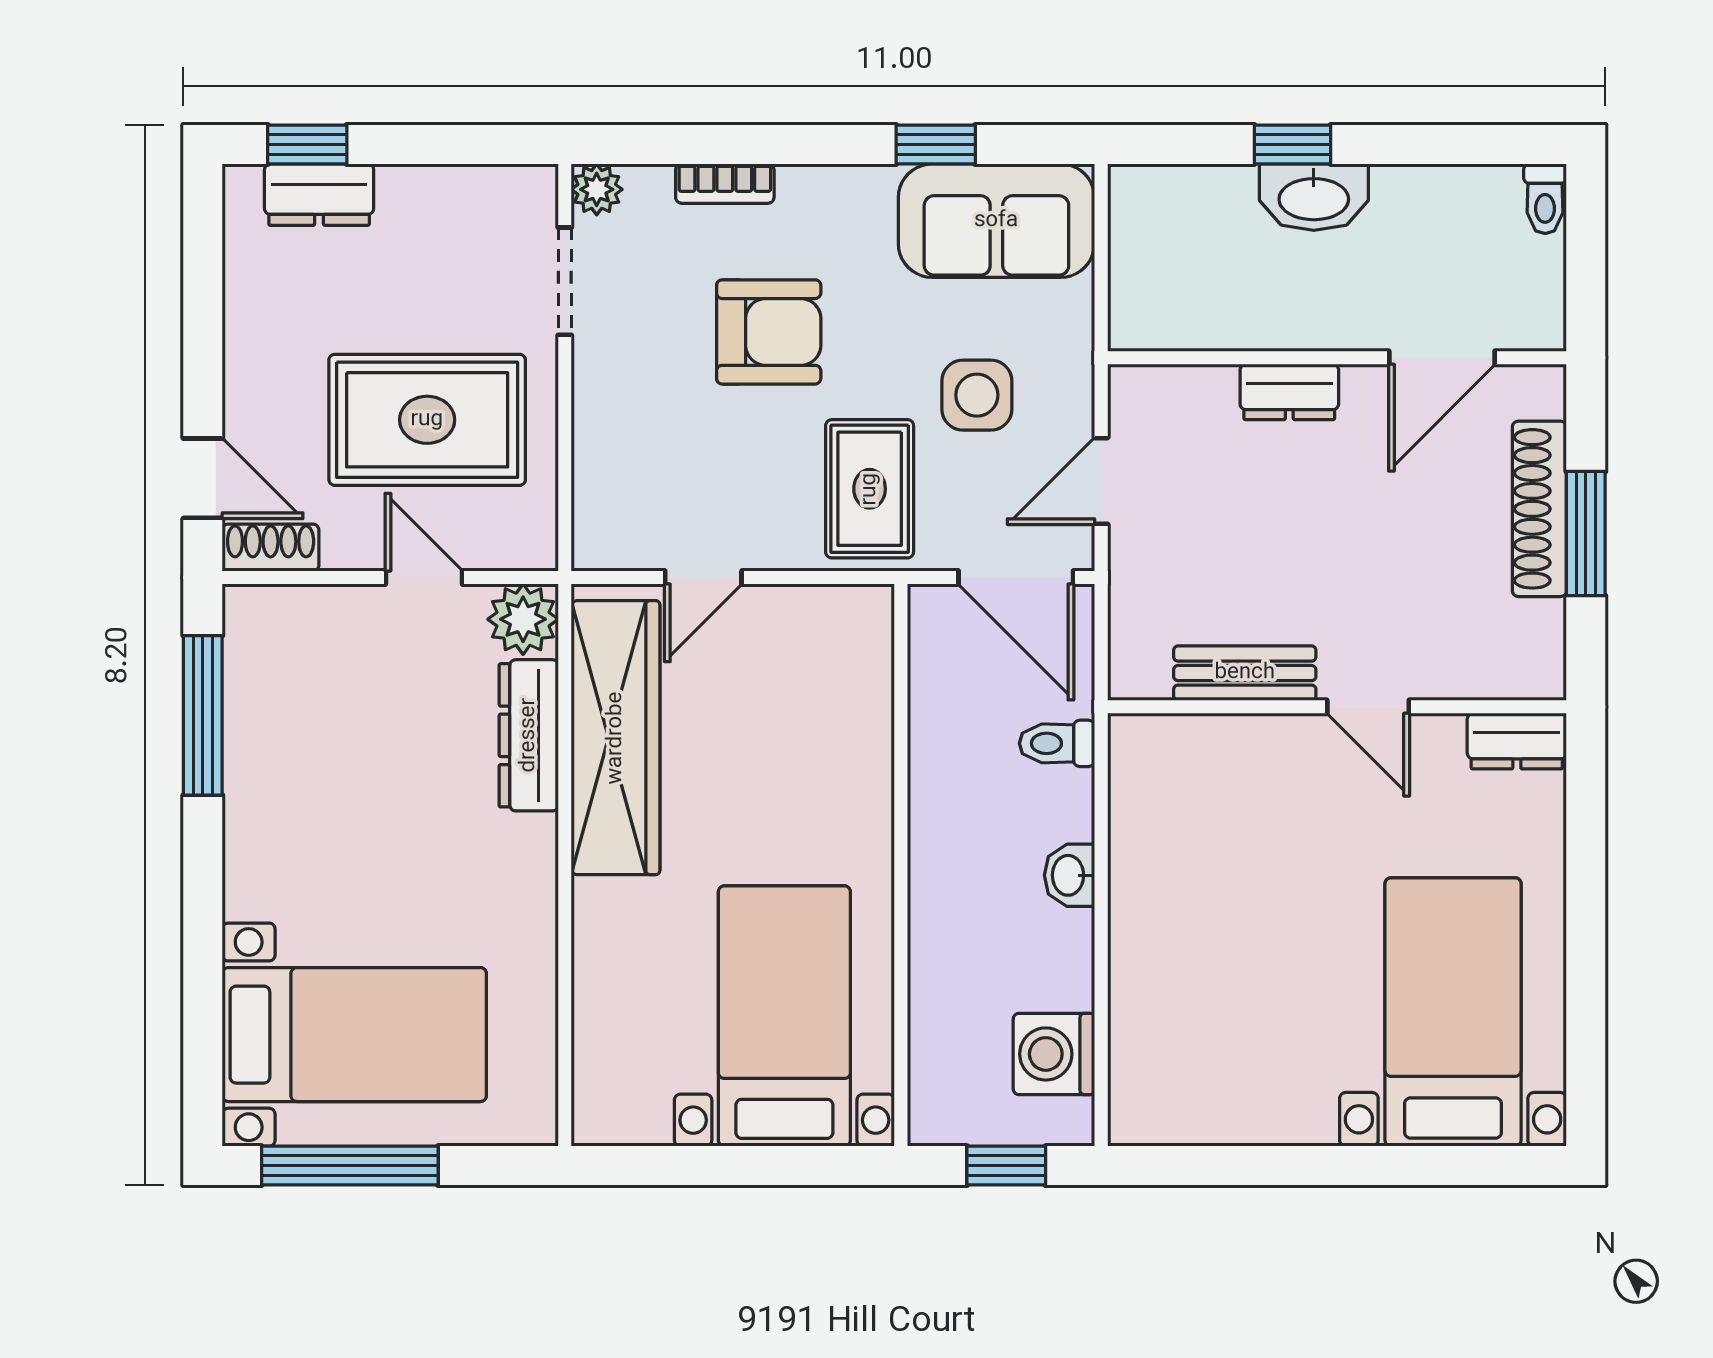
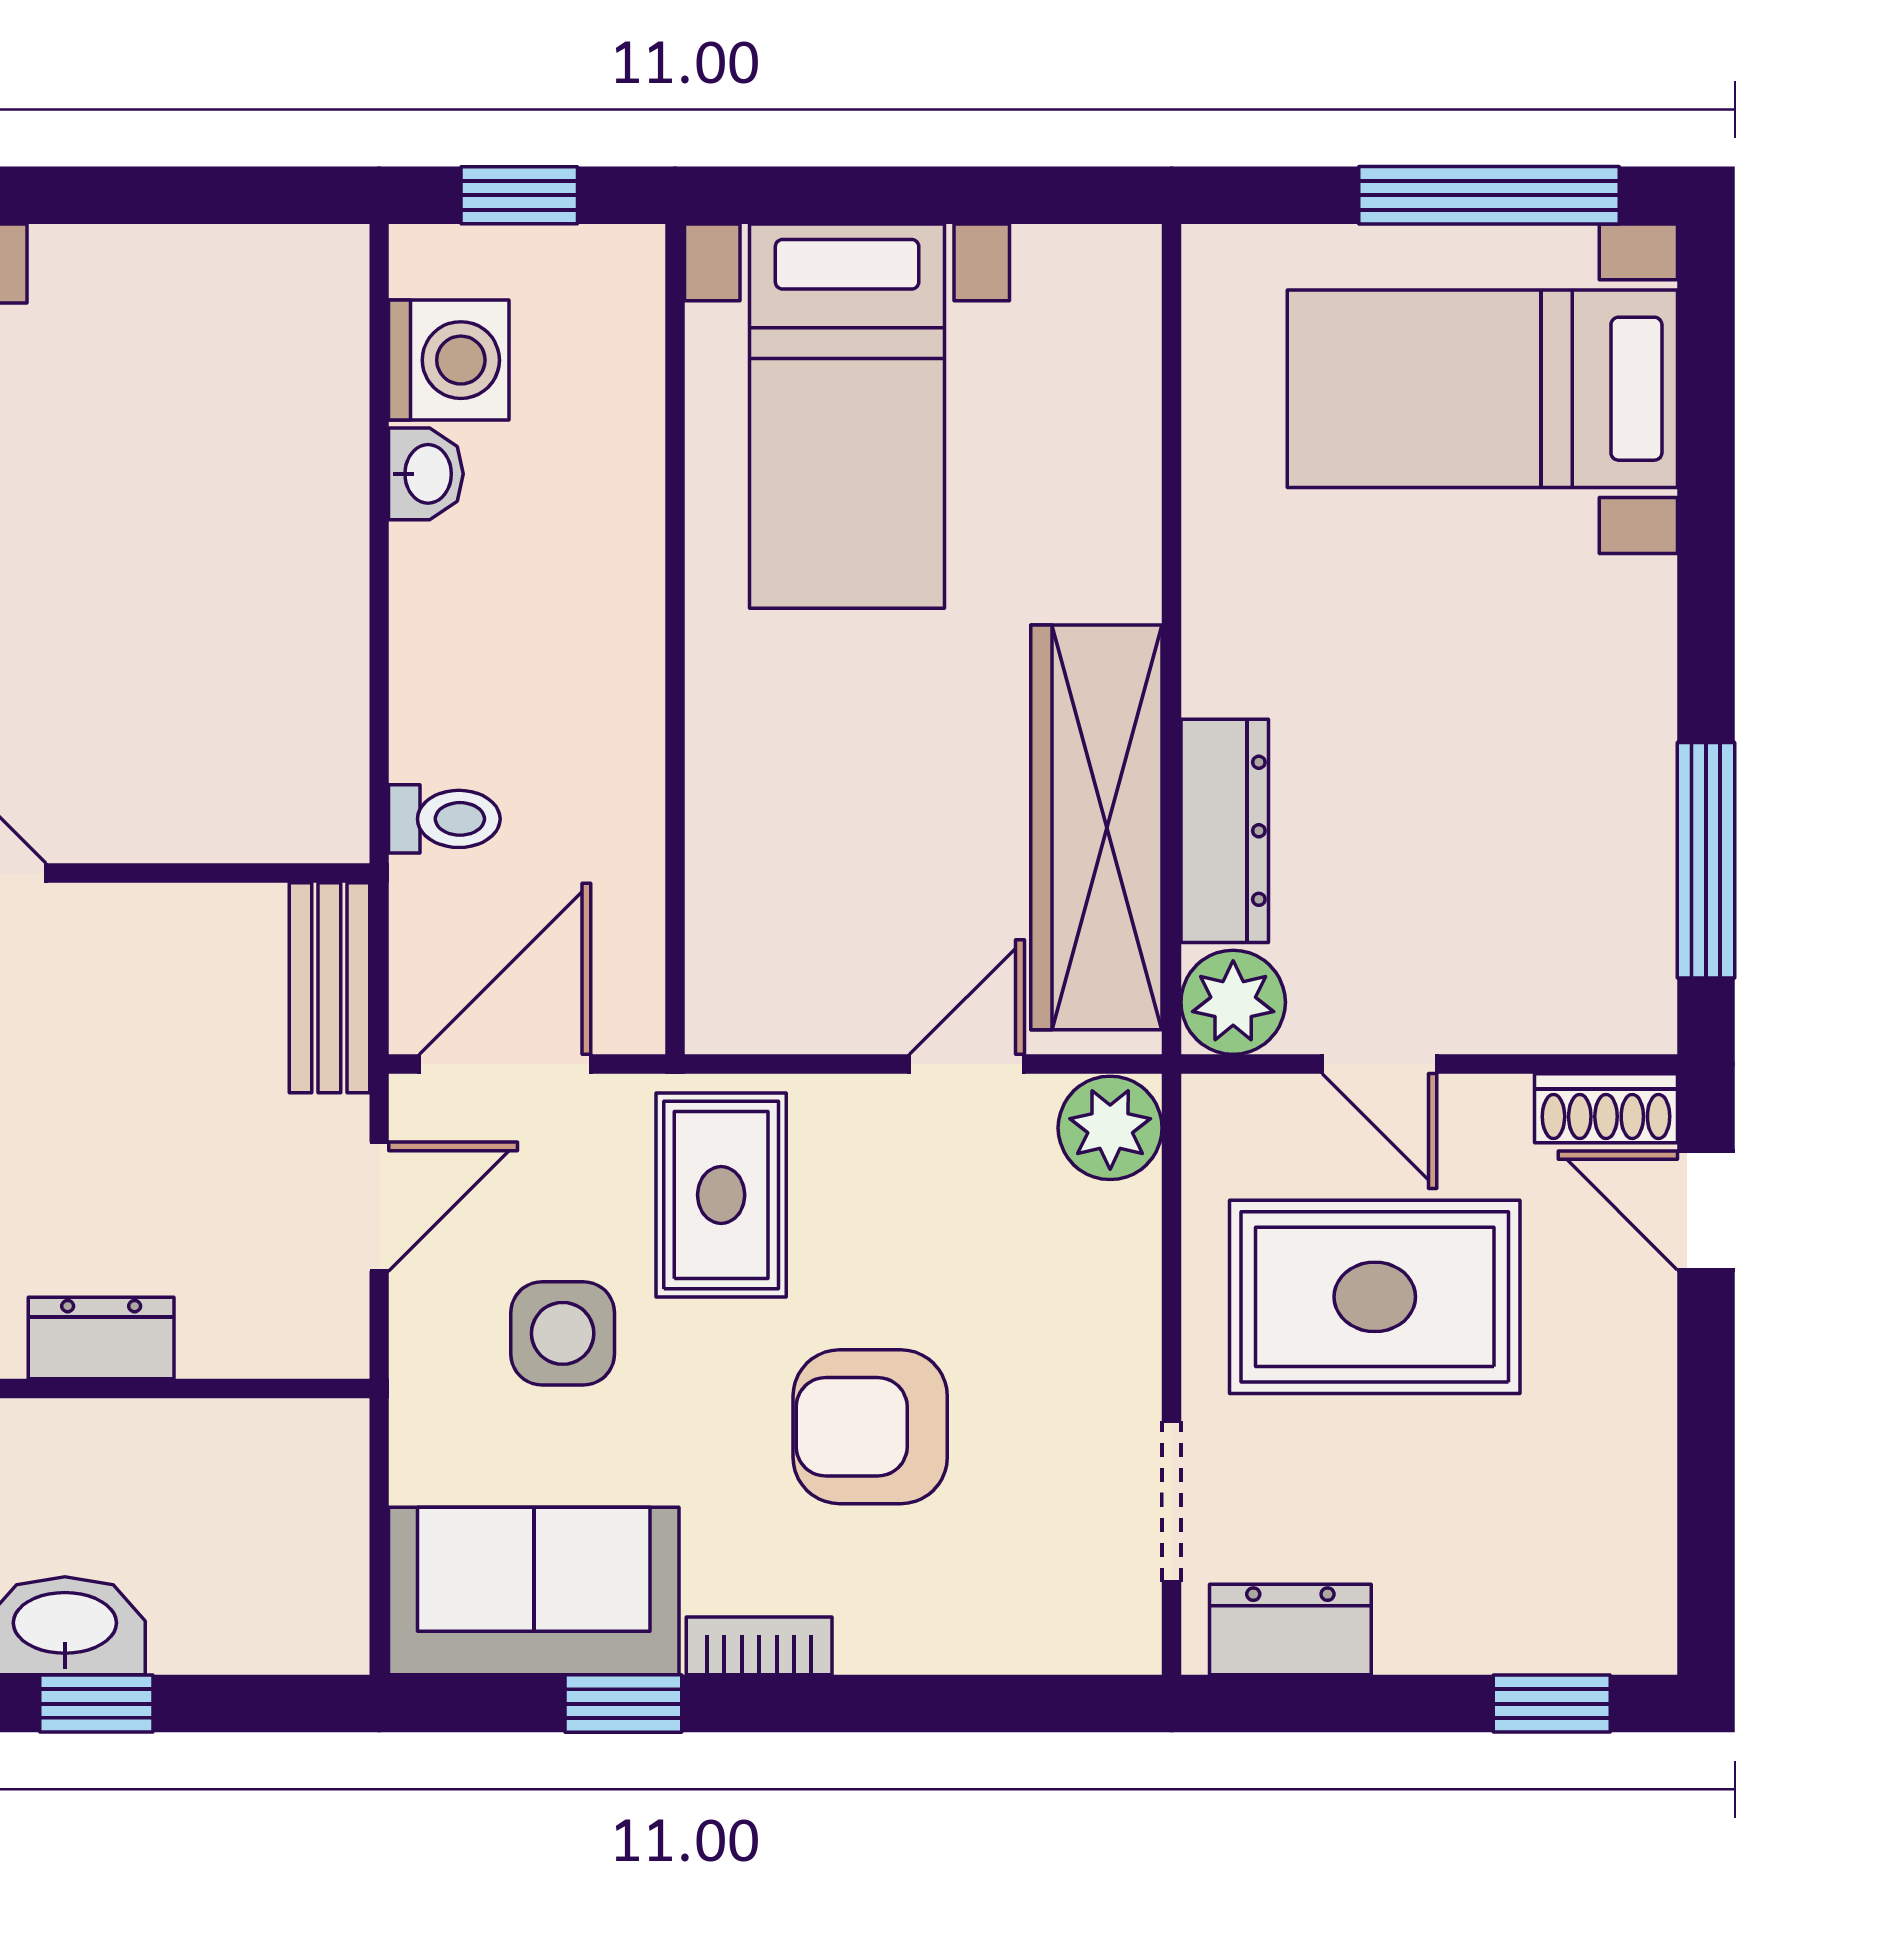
bookcase: (725, 184) -> (759, 1646), moved
plant: (597, 189) -> (1110, 1128), moved, width x1.38, depth x1.38
dresser: (319, 195) -> (1290, 1630), moved
door: (1016, 577) -> (505, 1064), hinge flipped
bench: (1245, 673) -> (329, 988), moved, turned 90
washbasin: (1069, 875) -> (426, 474), moved

